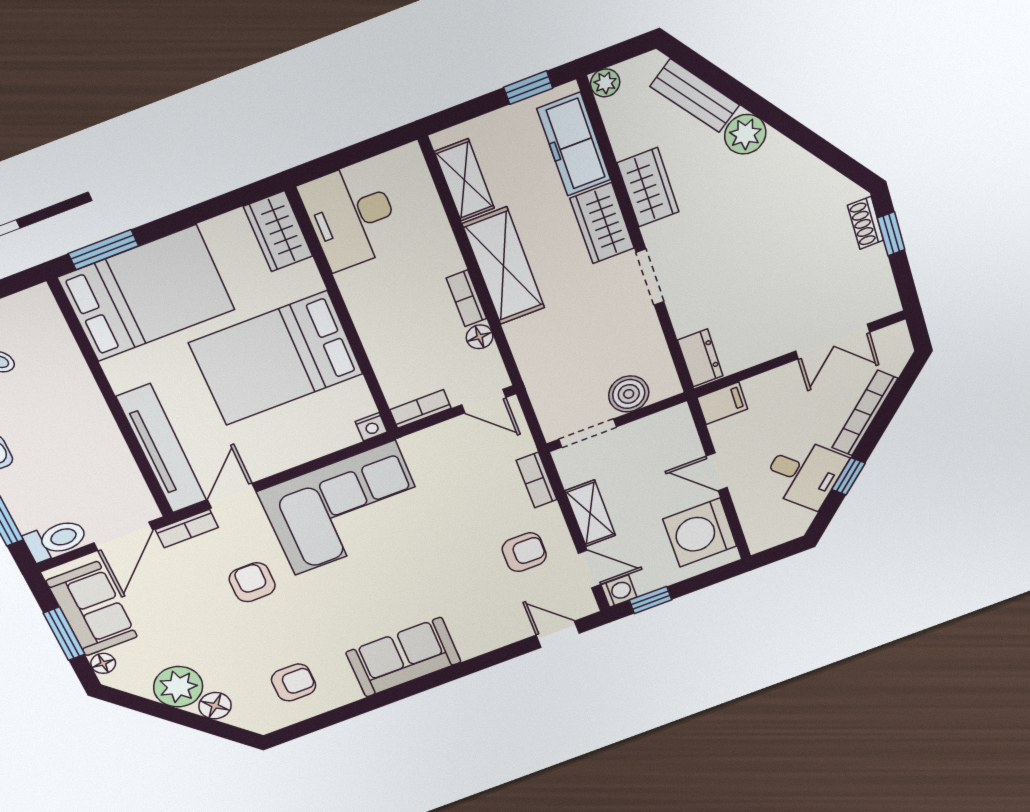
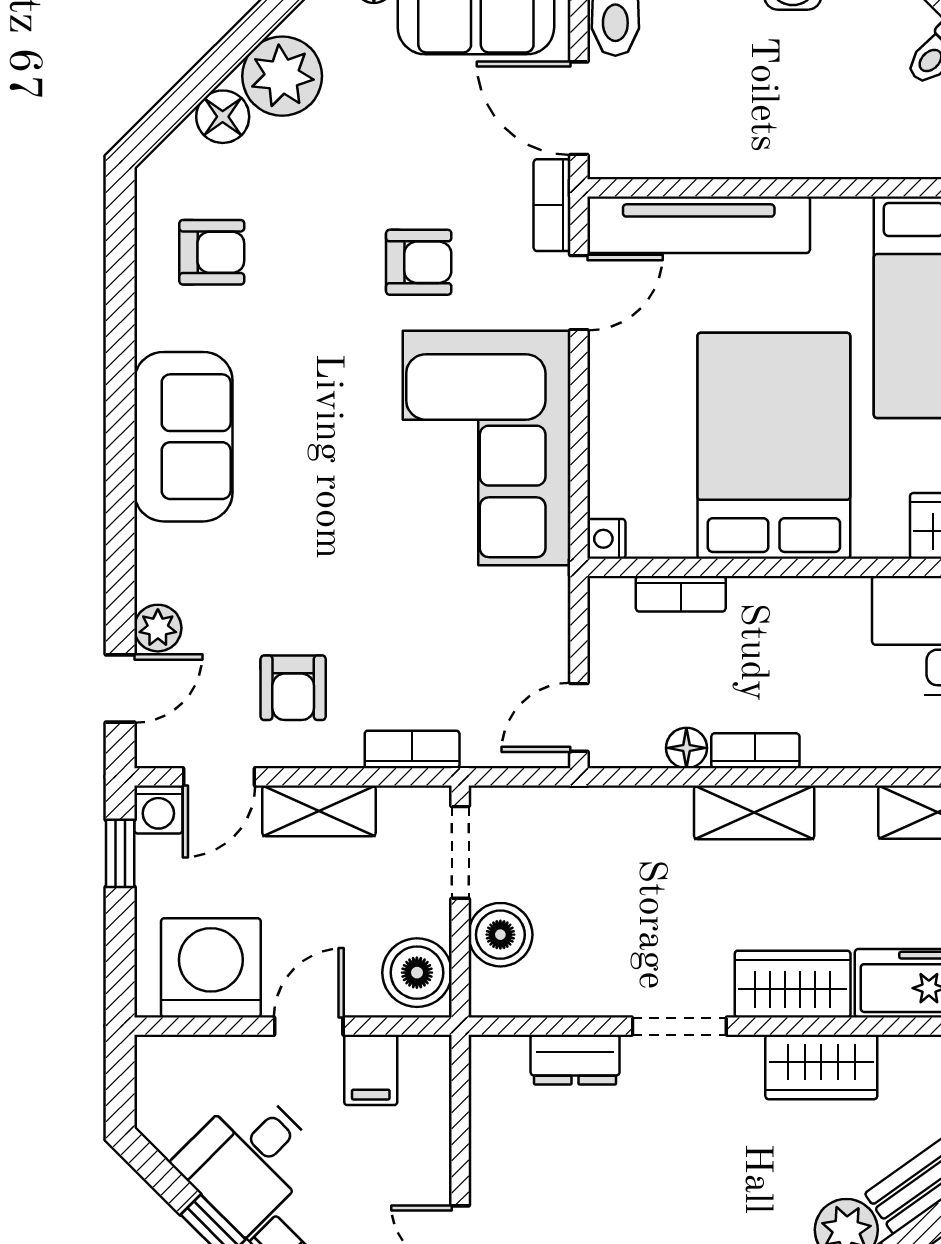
shelving: (504, 266) -> (754, 812), width x0.67, depth x0.75
dresser: (700, 358) -> (575, 1060), moved
filing cabinet: (722, 403) -> (371, 1070), moved
bookcase: (420, 409) -> (681, 594), moved, turned 90
boiler: (666, 429) -> (417, 973), added
door: (232, 496) -> (579, 293), hinge flipped
plant: (516, 629) -> (158, 628), added
armchair: (294, 682) -> (212, 252), turned -90

